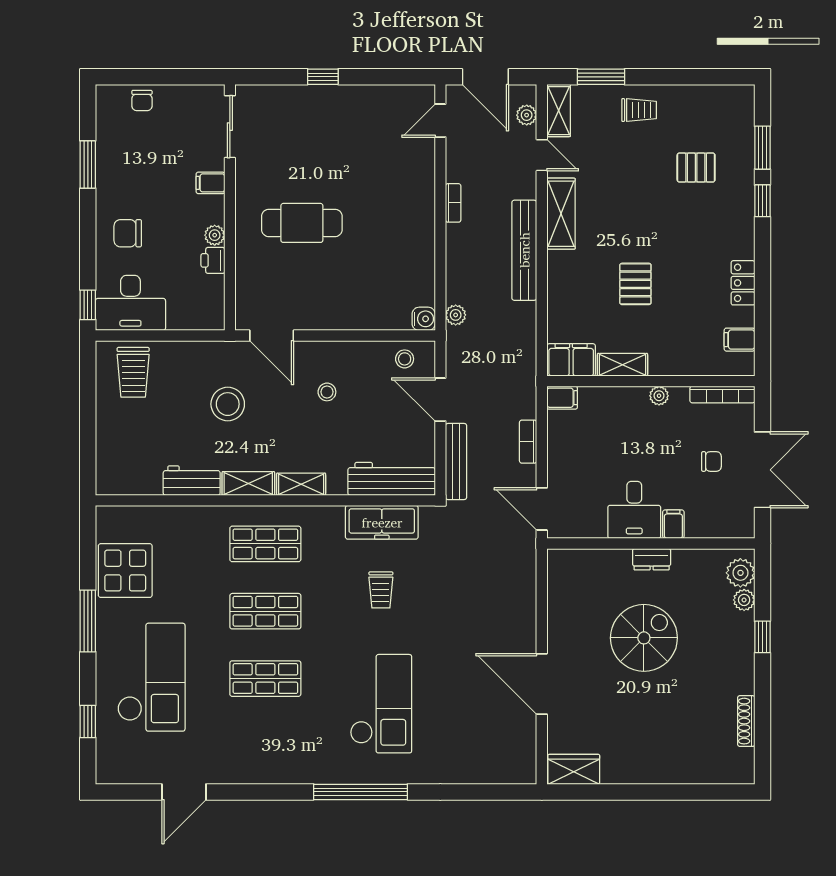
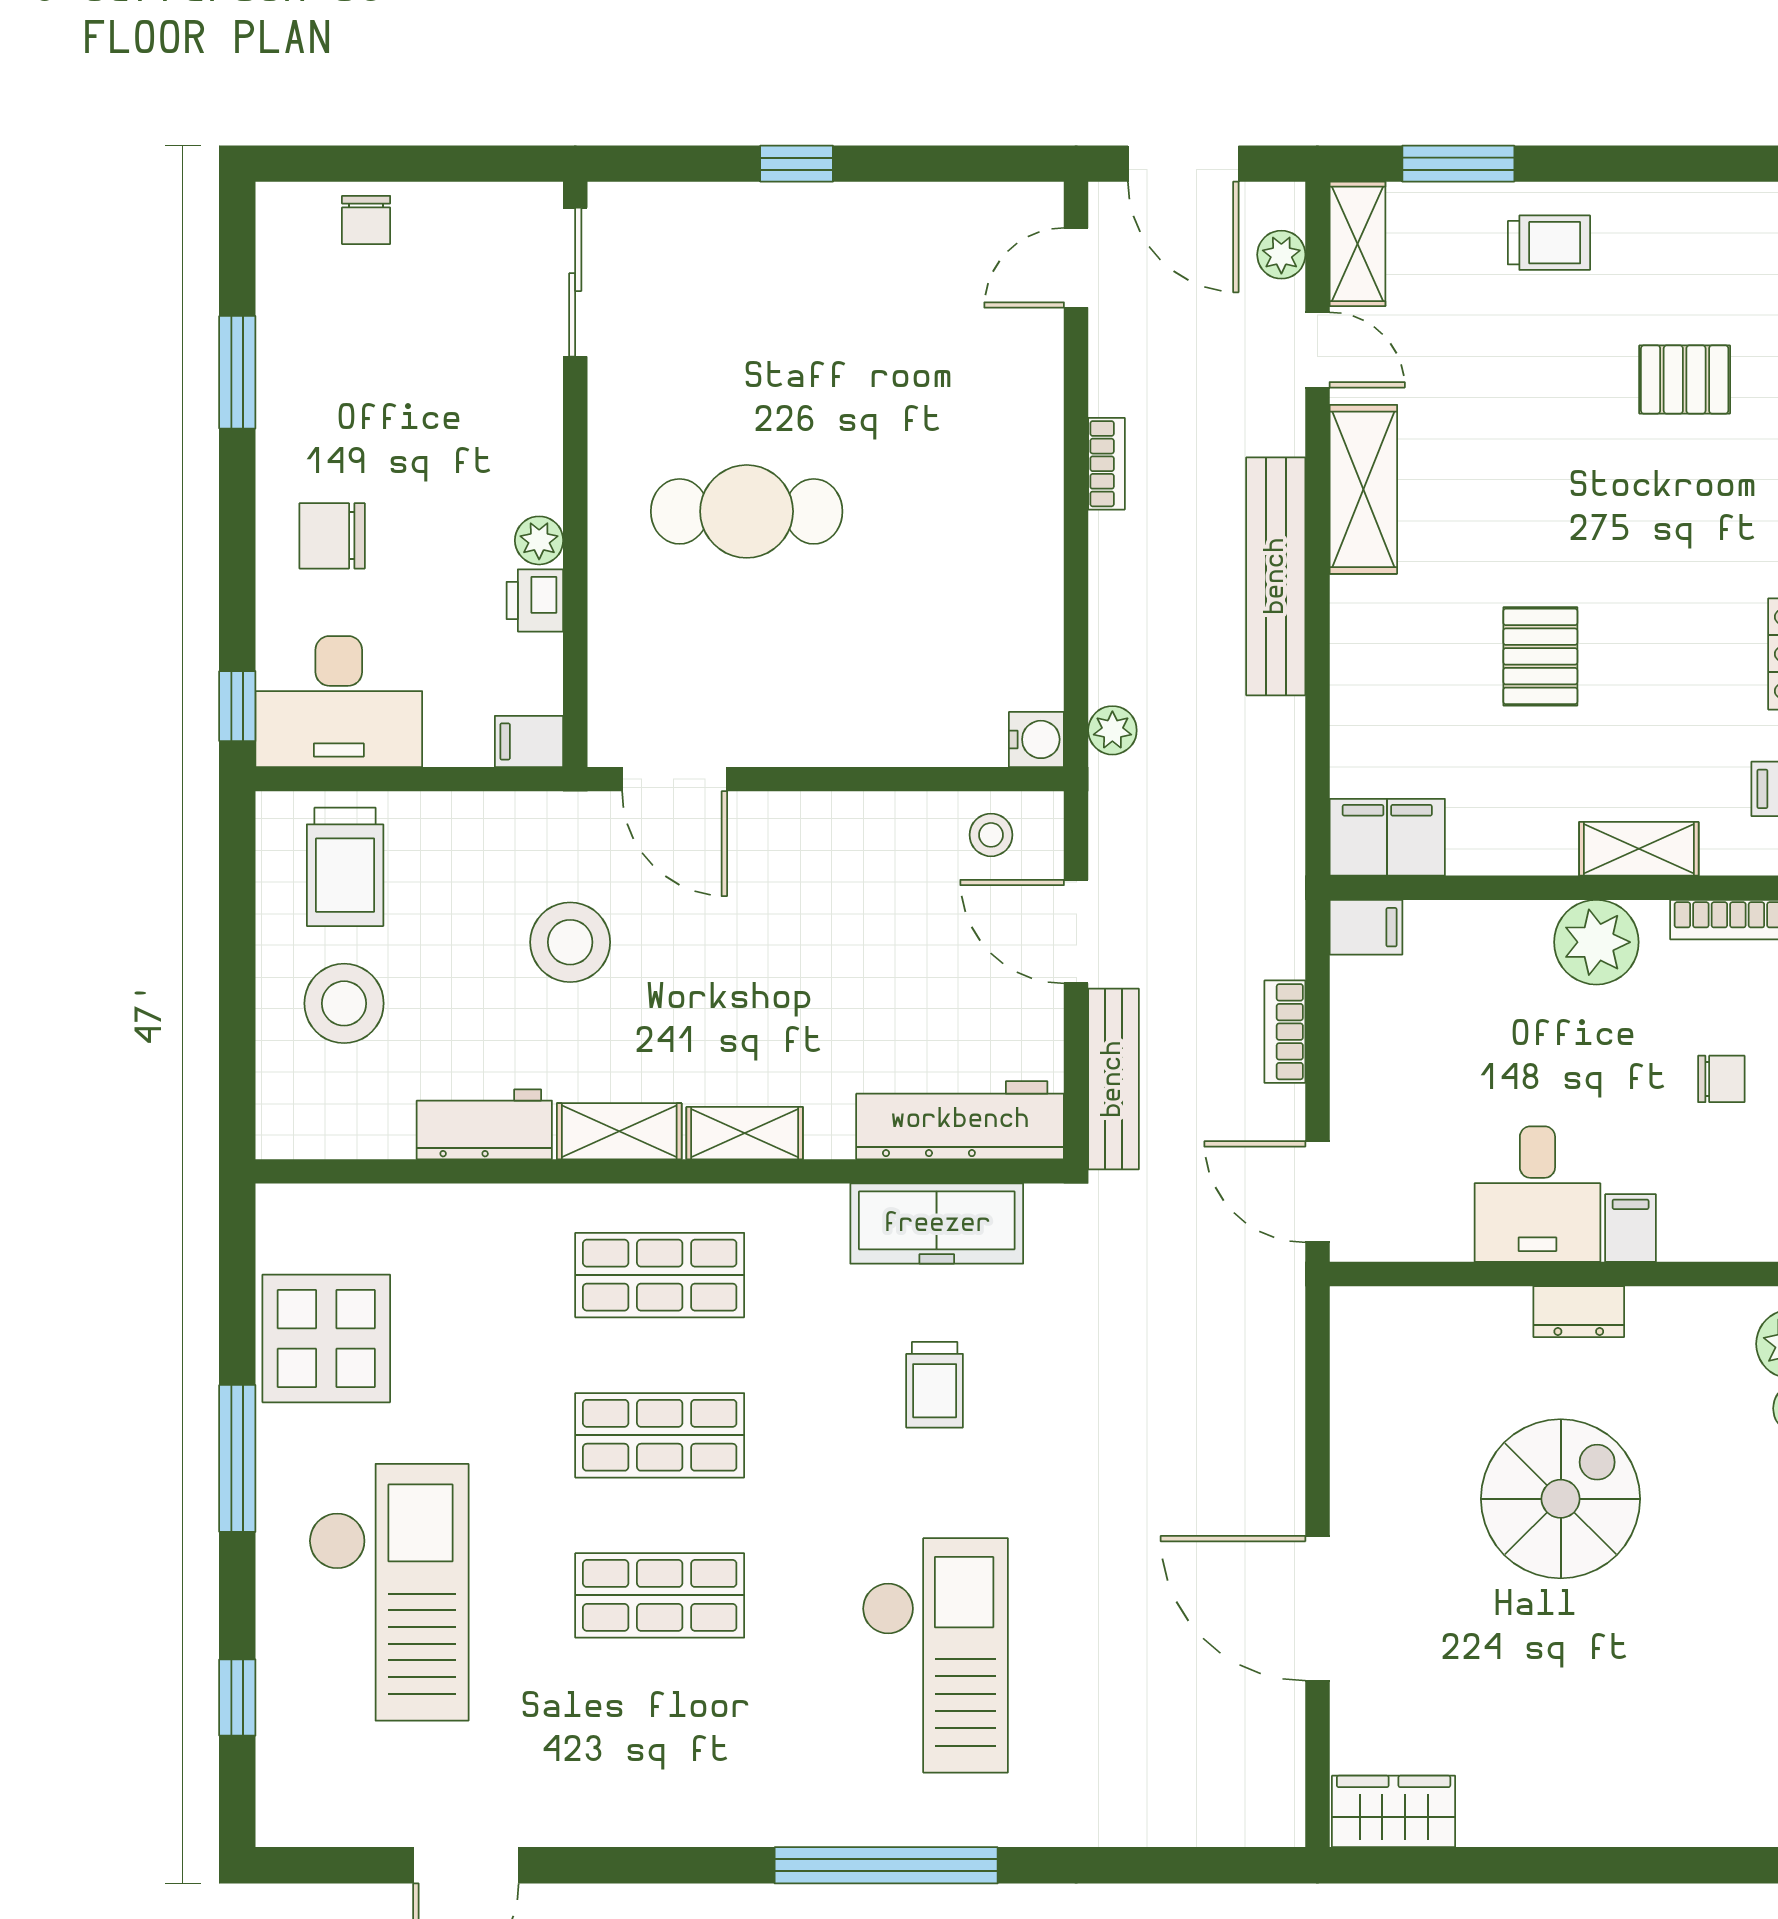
filing cabinet: (210, 183) -> (529, 741), moved
shelving: (622, 365) -> (1639, 849), moved
stool: (327, 392) -> (344, 1003), moved, width x1.89, depth x1.89
plant: (659, 396) -> (1596, 942), width x1.88, depth x1.88

